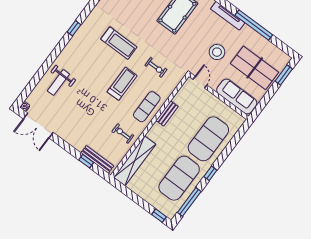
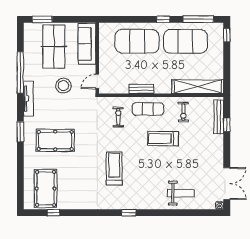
exercise bike: (156, 67) -> (118, 117), moved
treadmill: (122, 84) -> (163, 139), moved

